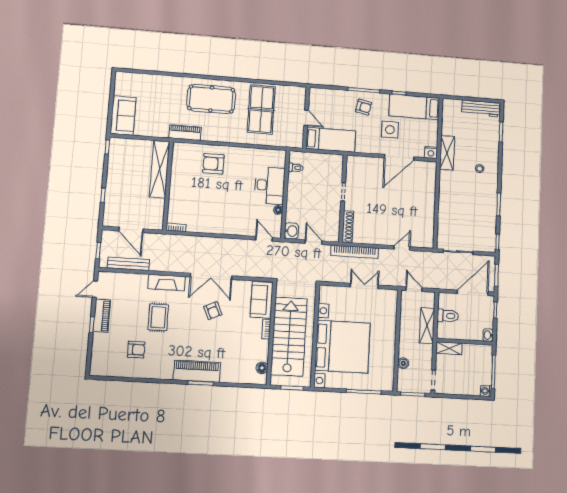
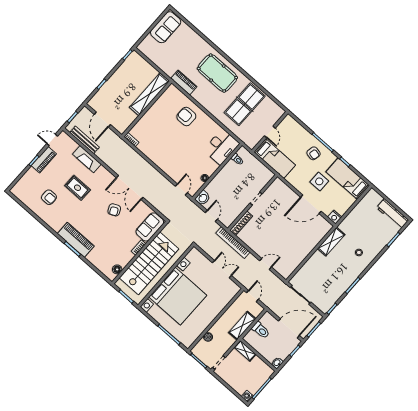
sofa: (123, 116) -> (166, 27), moved
shelving: (447, 153) -> (331, 242), moved
desk: (270, 185) -> (221, 147), moved
fireplace: (167, 282) -> (87, 159), moved
rug: (158, 317) -> (78, 188), turned 90

